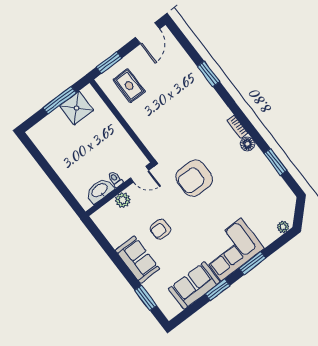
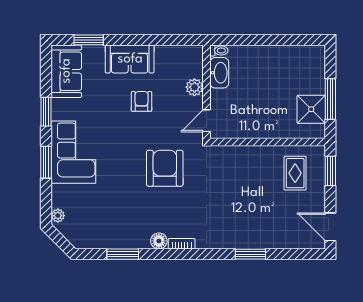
rug: (129, 86) -> (295, 173), turned 90
toilet: (115, 179) -> (219, 51), moved
sofa: (194, 285) -> (66, 71), moved

